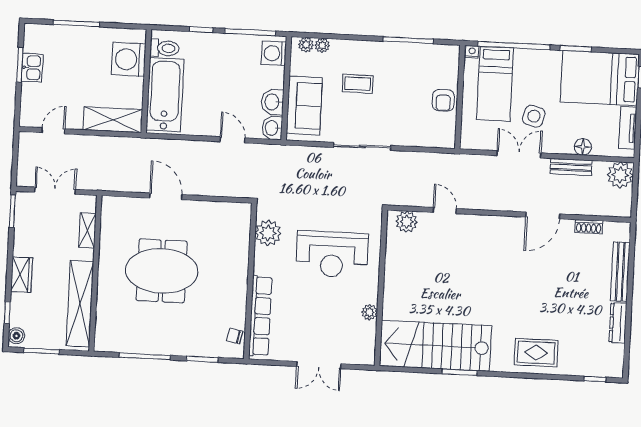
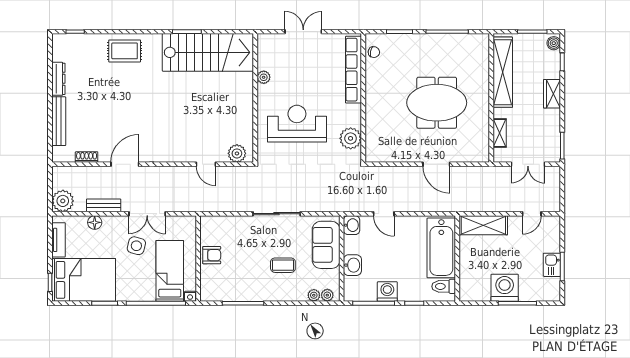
washing machine: (274, 53) -> (387, 291), moved, turned -90
washing machine: (129, 59) -> (505, 288), moved, turned -90
armchair: (443, 100) -> (212, 255), turned 90
washbasin: (272, 102) -> (352, 265), moved

